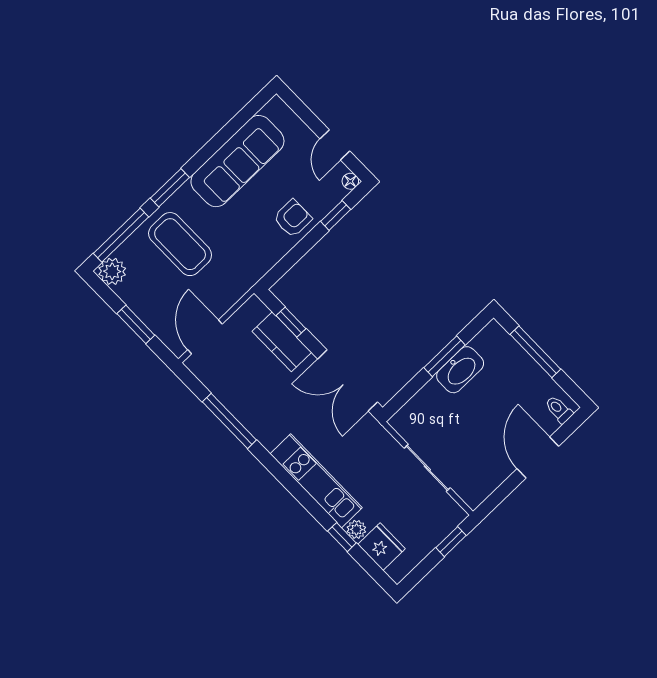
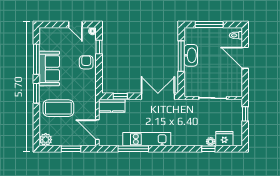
sofa: (237, 161) -> (49, 68), width x0.73
window: (121, 235) -> (36, 59), moved
kitchen counter: (282, 342) -> (112, 106), moved
window: (445, 356) -> (181, 56), width x1.44
double door: (348, 380) -> (158, 96), swing flipped
kitchen unit: (316, 481) -> (147, 139), moved

